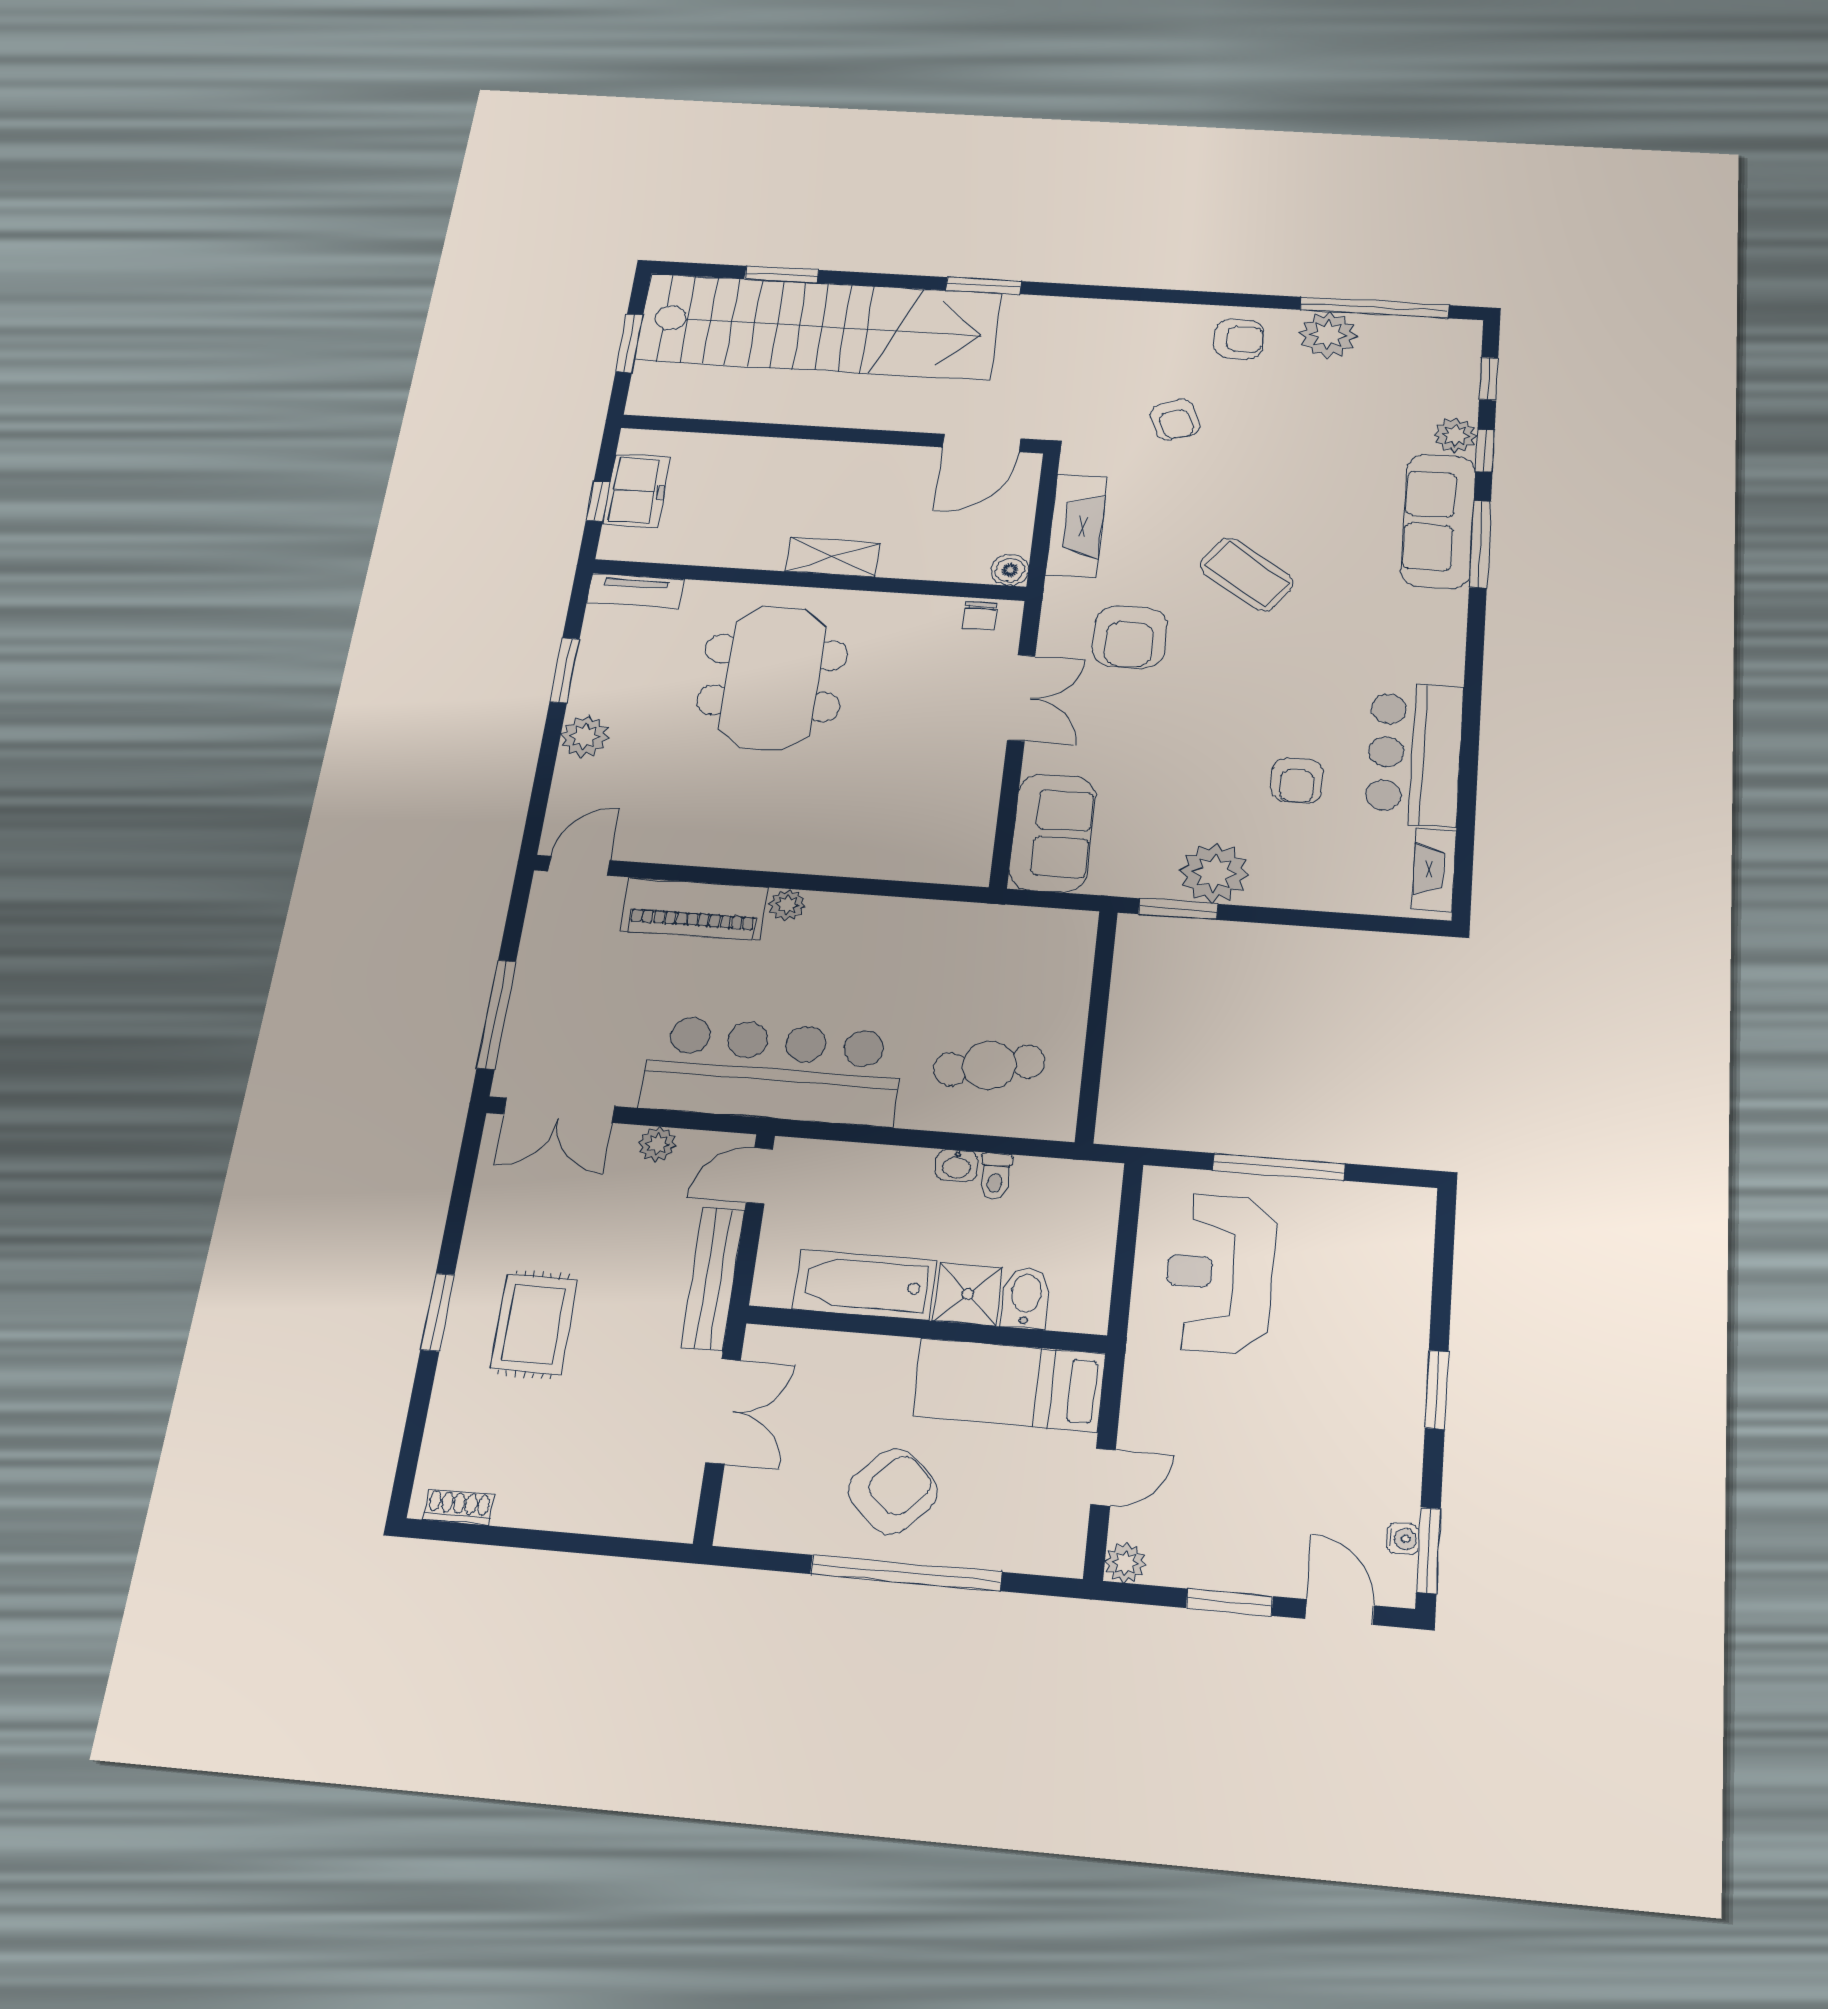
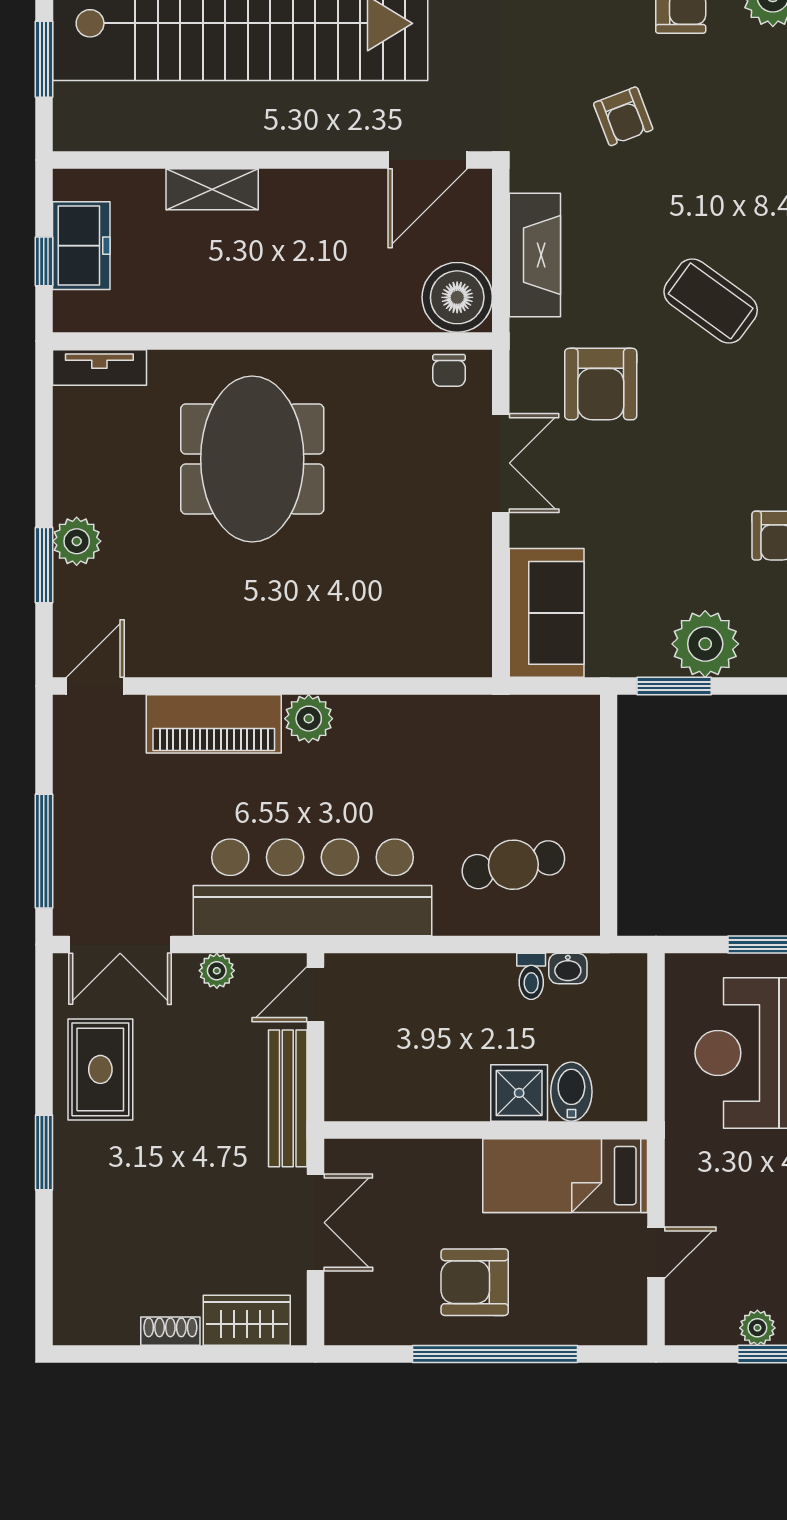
shelving: (833, 557) -> (212, 189), moved
boiler: (1010, 570) -> (457, 297), width x1.86, depth x1.86
window: (565, 670) -> (44, 565), moved
plant: (787, 905) -> (309, 719), width x1.38, depth x1.38
washbasin: (957, 1166) -> (568, 968), moved
bathtub: (865, 1285) -> (425, 1092), removed
rug: (534, 1324) -> (100, 1069), moved
armchair: (893, 1491) -> (475, 1282), turned -133
shoe rack: (459, 1507) -> (170, 1331), moved
wardrobe: (629, 1510) -> (247, 1320), added
plant: (1125, 1563) -> (757, 1328), moved

